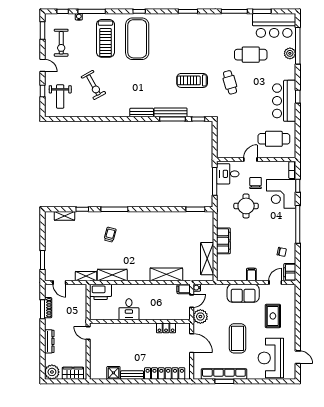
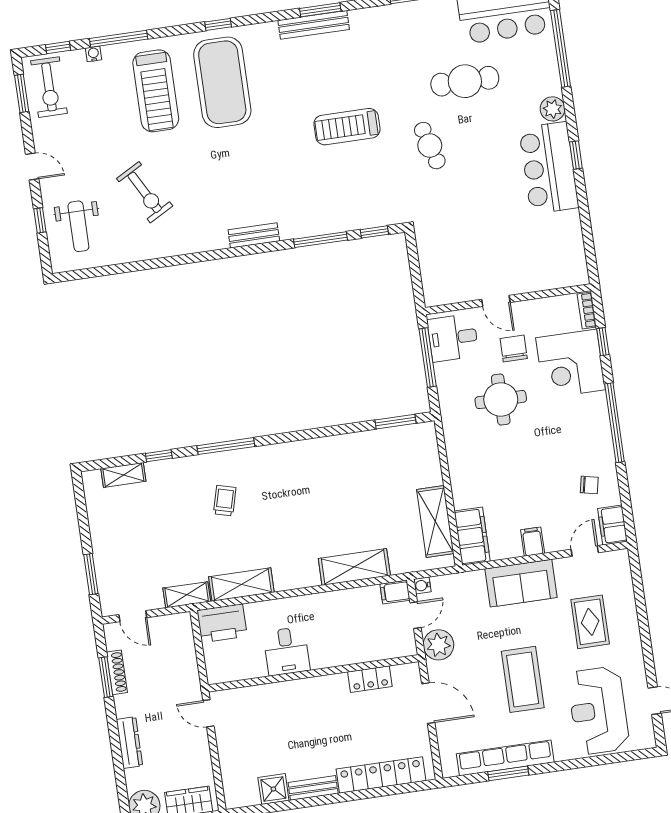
exercise bike: (61, 43) -> (49, 87), moved
plant: (290, 53) -> (553, 109), moved
treadmill: (192, 80) -> (347, 127), moved
bench: (171, 112) -> (314, 25), moved
cafe table: (274, 139) -> (539, 251), removed
door: (250, 160) -> (496, 301), swing flipped
filing cabinet: (223, 241) -> (472, 536), moved

